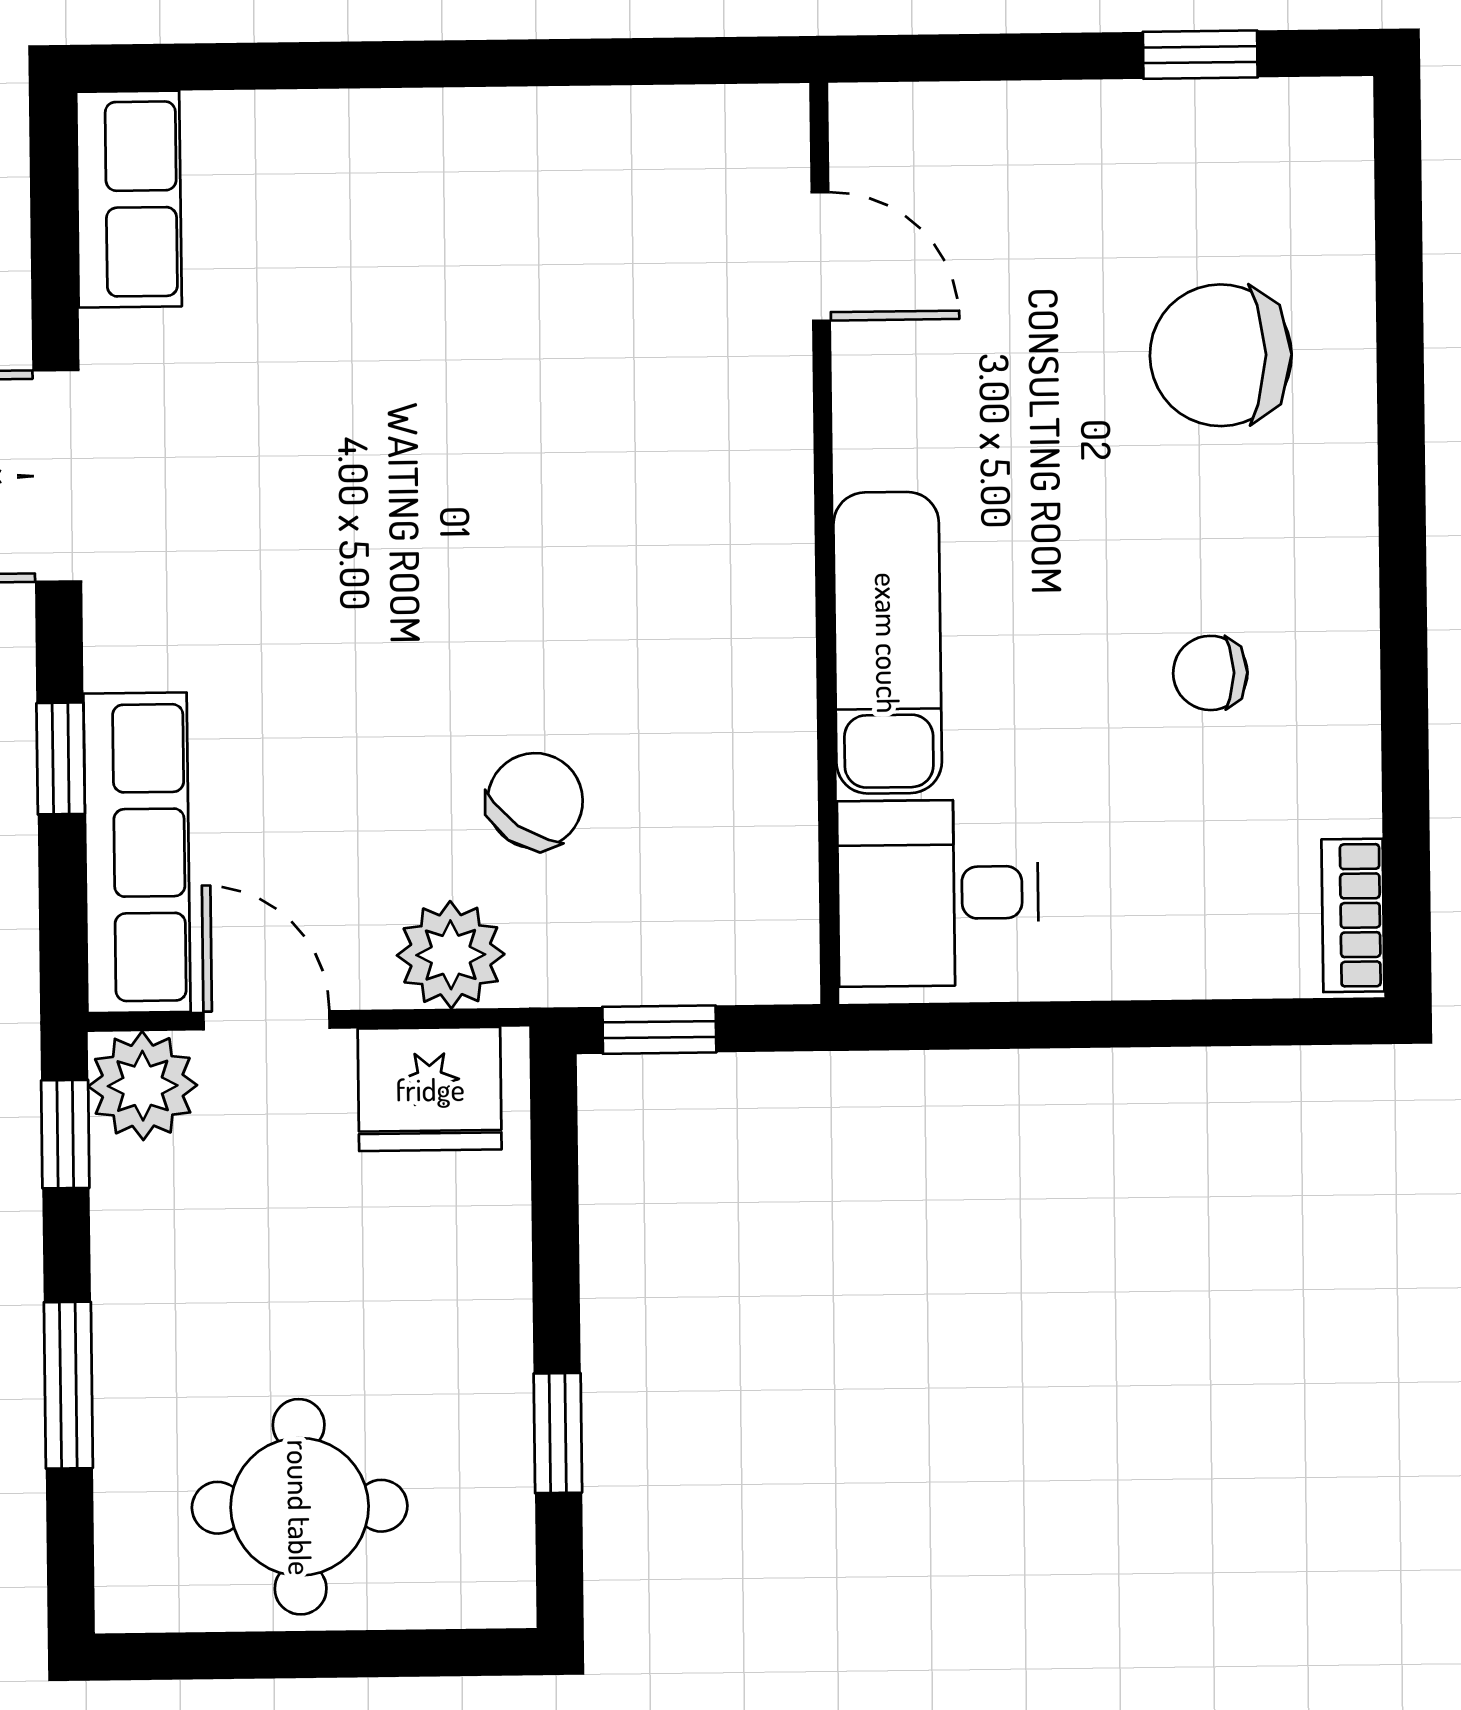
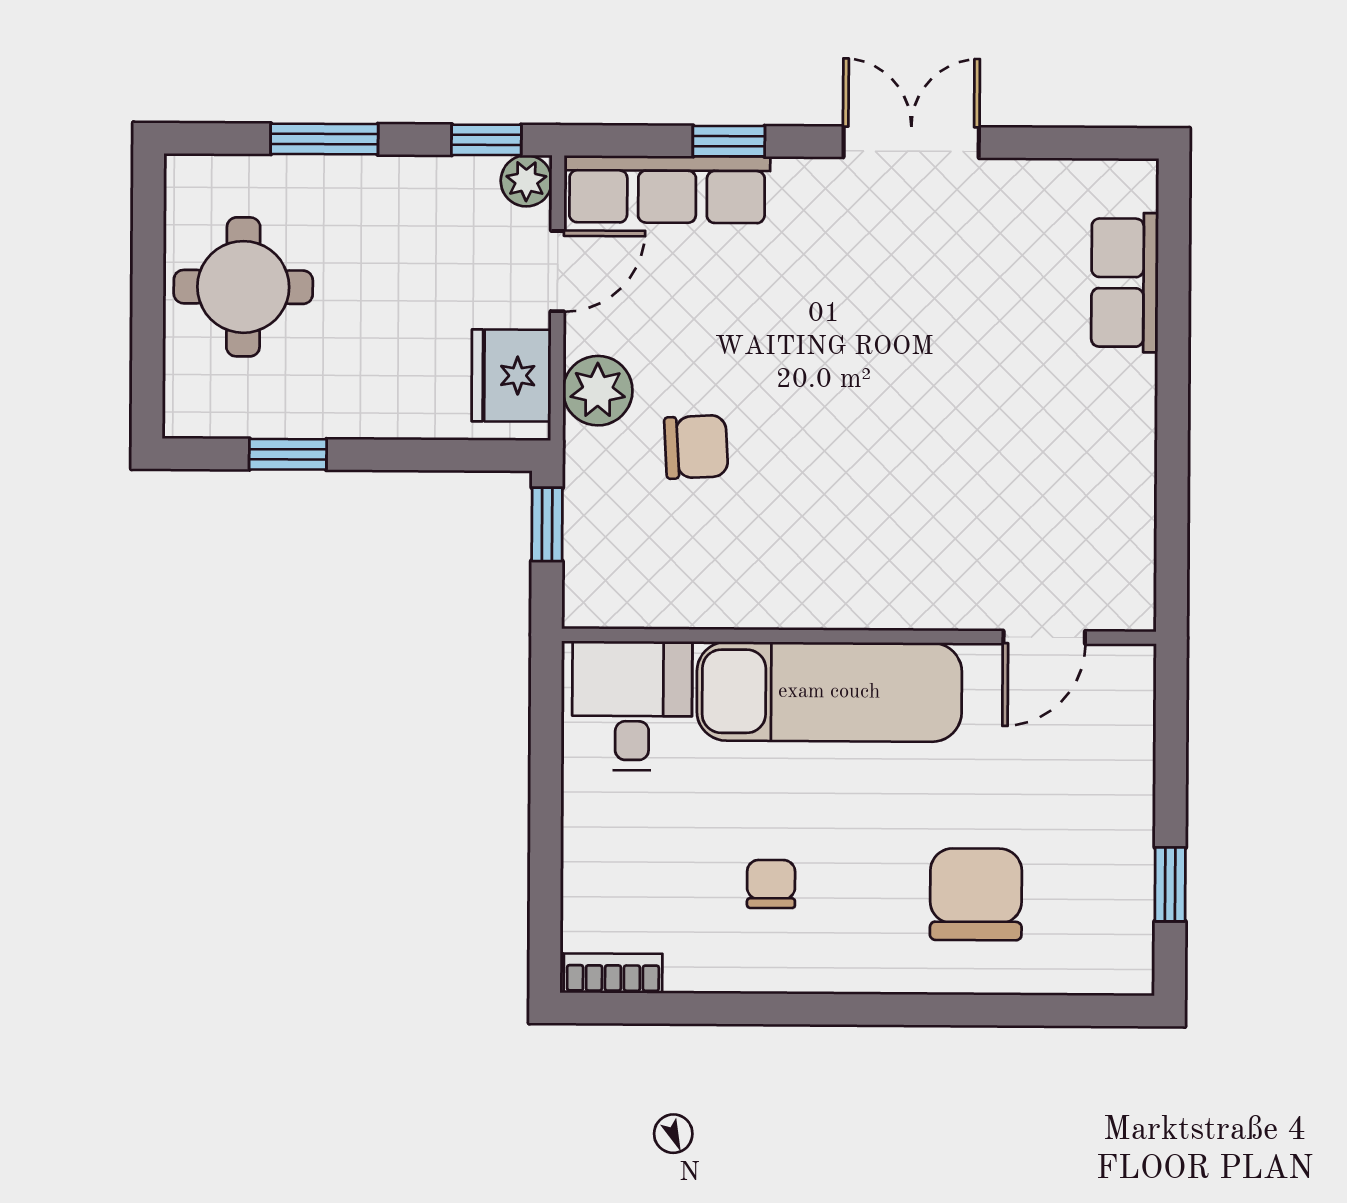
row of seats: (129, 199) -> (1125, 283), moved, turned 90
exam couch: (888, 643) -> (829, 692), width x1.36, depth x1.45
chair: (535, 801) -> (696, 447), turned -38
plant: (143, 1086) -> (526, 181), width x0.73, depth x0.73

